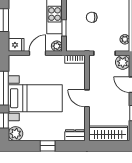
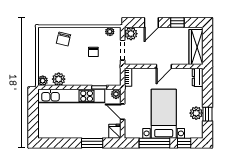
chair: (92, 17) -> (93, 52), moved
plant: (16, 134) -> (196, 113), moved
window: (48, 146) -> (207, 114), moved

